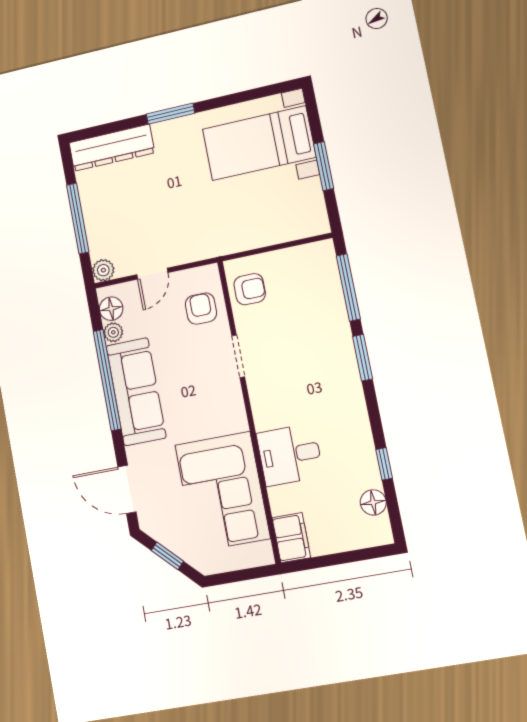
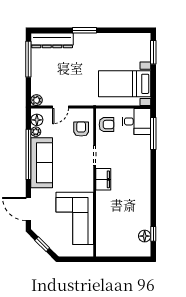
bed with nightstands: (259, 143) -> (125, 84), moved
window: (324, 166) -> (153, 52), moved
window: (78, 218) -> (28, 59), moved
window: (363, 358) -> (153, 168), removed
desk: (290, 455) -> (136, 121), moved, turned 180
window: (384, 464) -> (153, 234), moved
filing cabinet: (291, 538) -> (103, 179), moved

